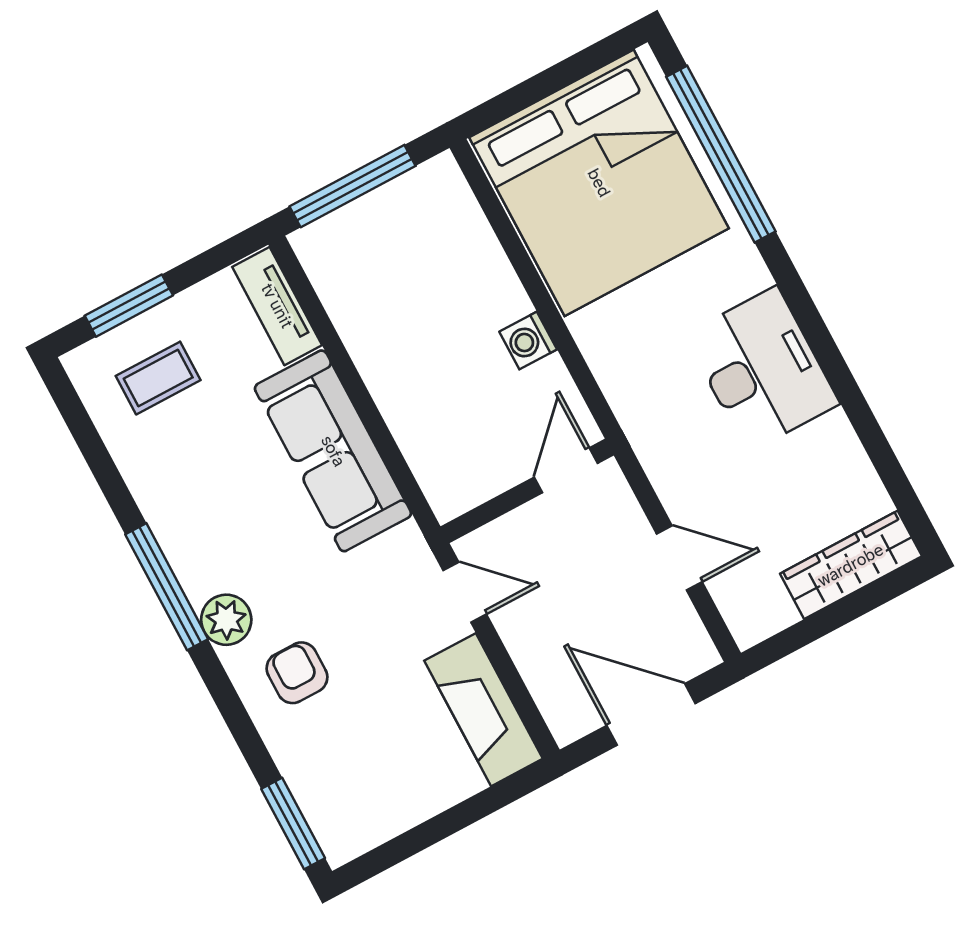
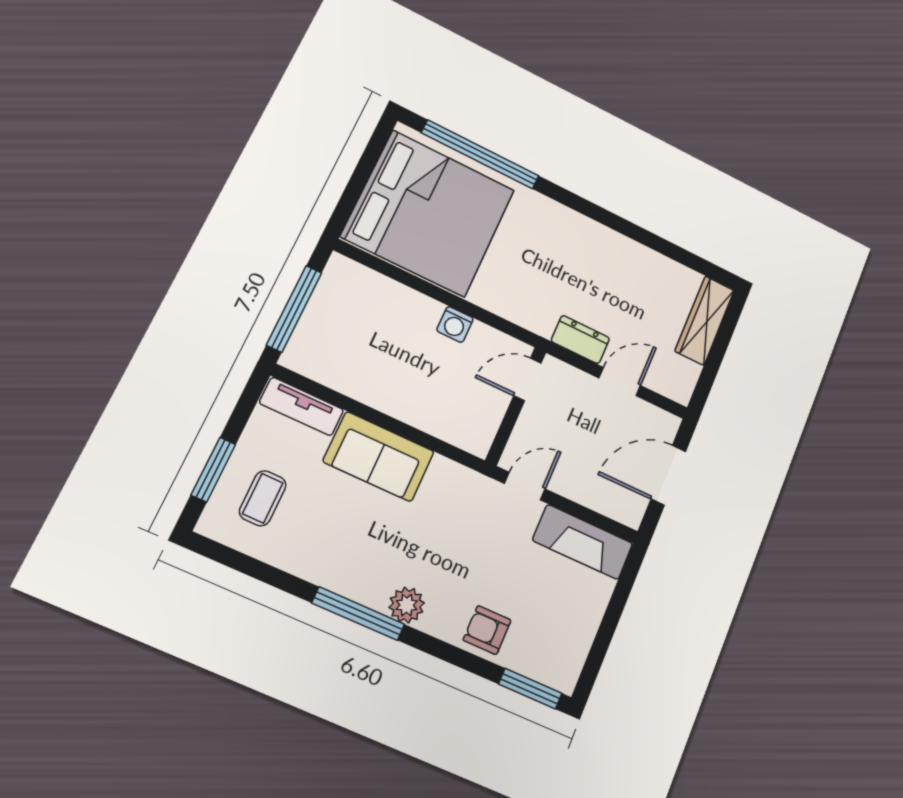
desk: (762, 369) -> (586, 252), removed
sofa: (333, 451) -> (379, 457), width x0.73
door: (566, 470) -> (528, 379), hinge flipped
dresser: (670, 471) -> (580, 340), added
armchair: (297, 673) -> (487, 630), moved

